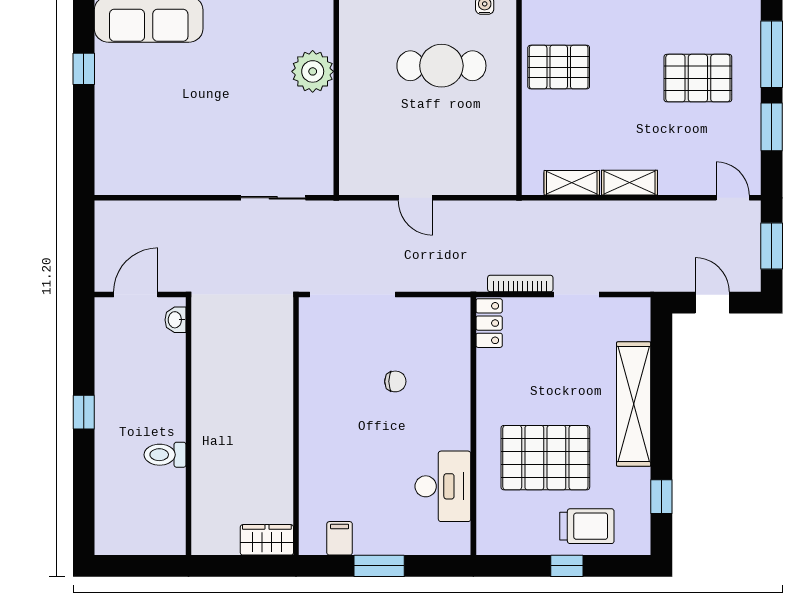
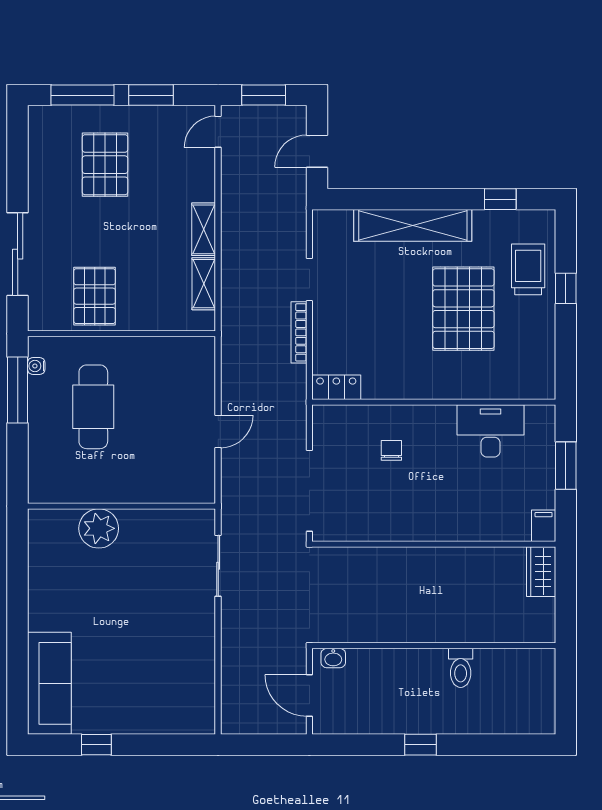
locker: (489, 323) -> (336, 387), moved
wall: (473, 426) -> (434, 402), moved
desk: (443, 486) -> (491, 431), moved
filing cabinet: (340, 538) -> (544, 526), moved, turned 90

